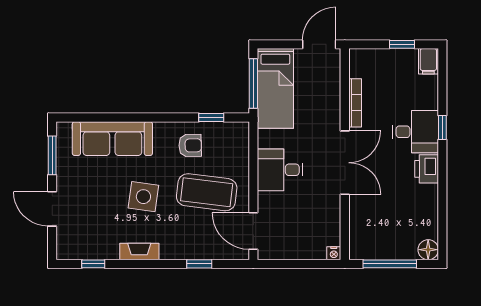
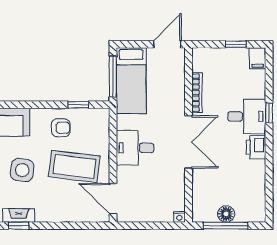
floor lamp: (428, 250) -> (226, 214), moved
window: (199, 264) -> (19, 226), moved

